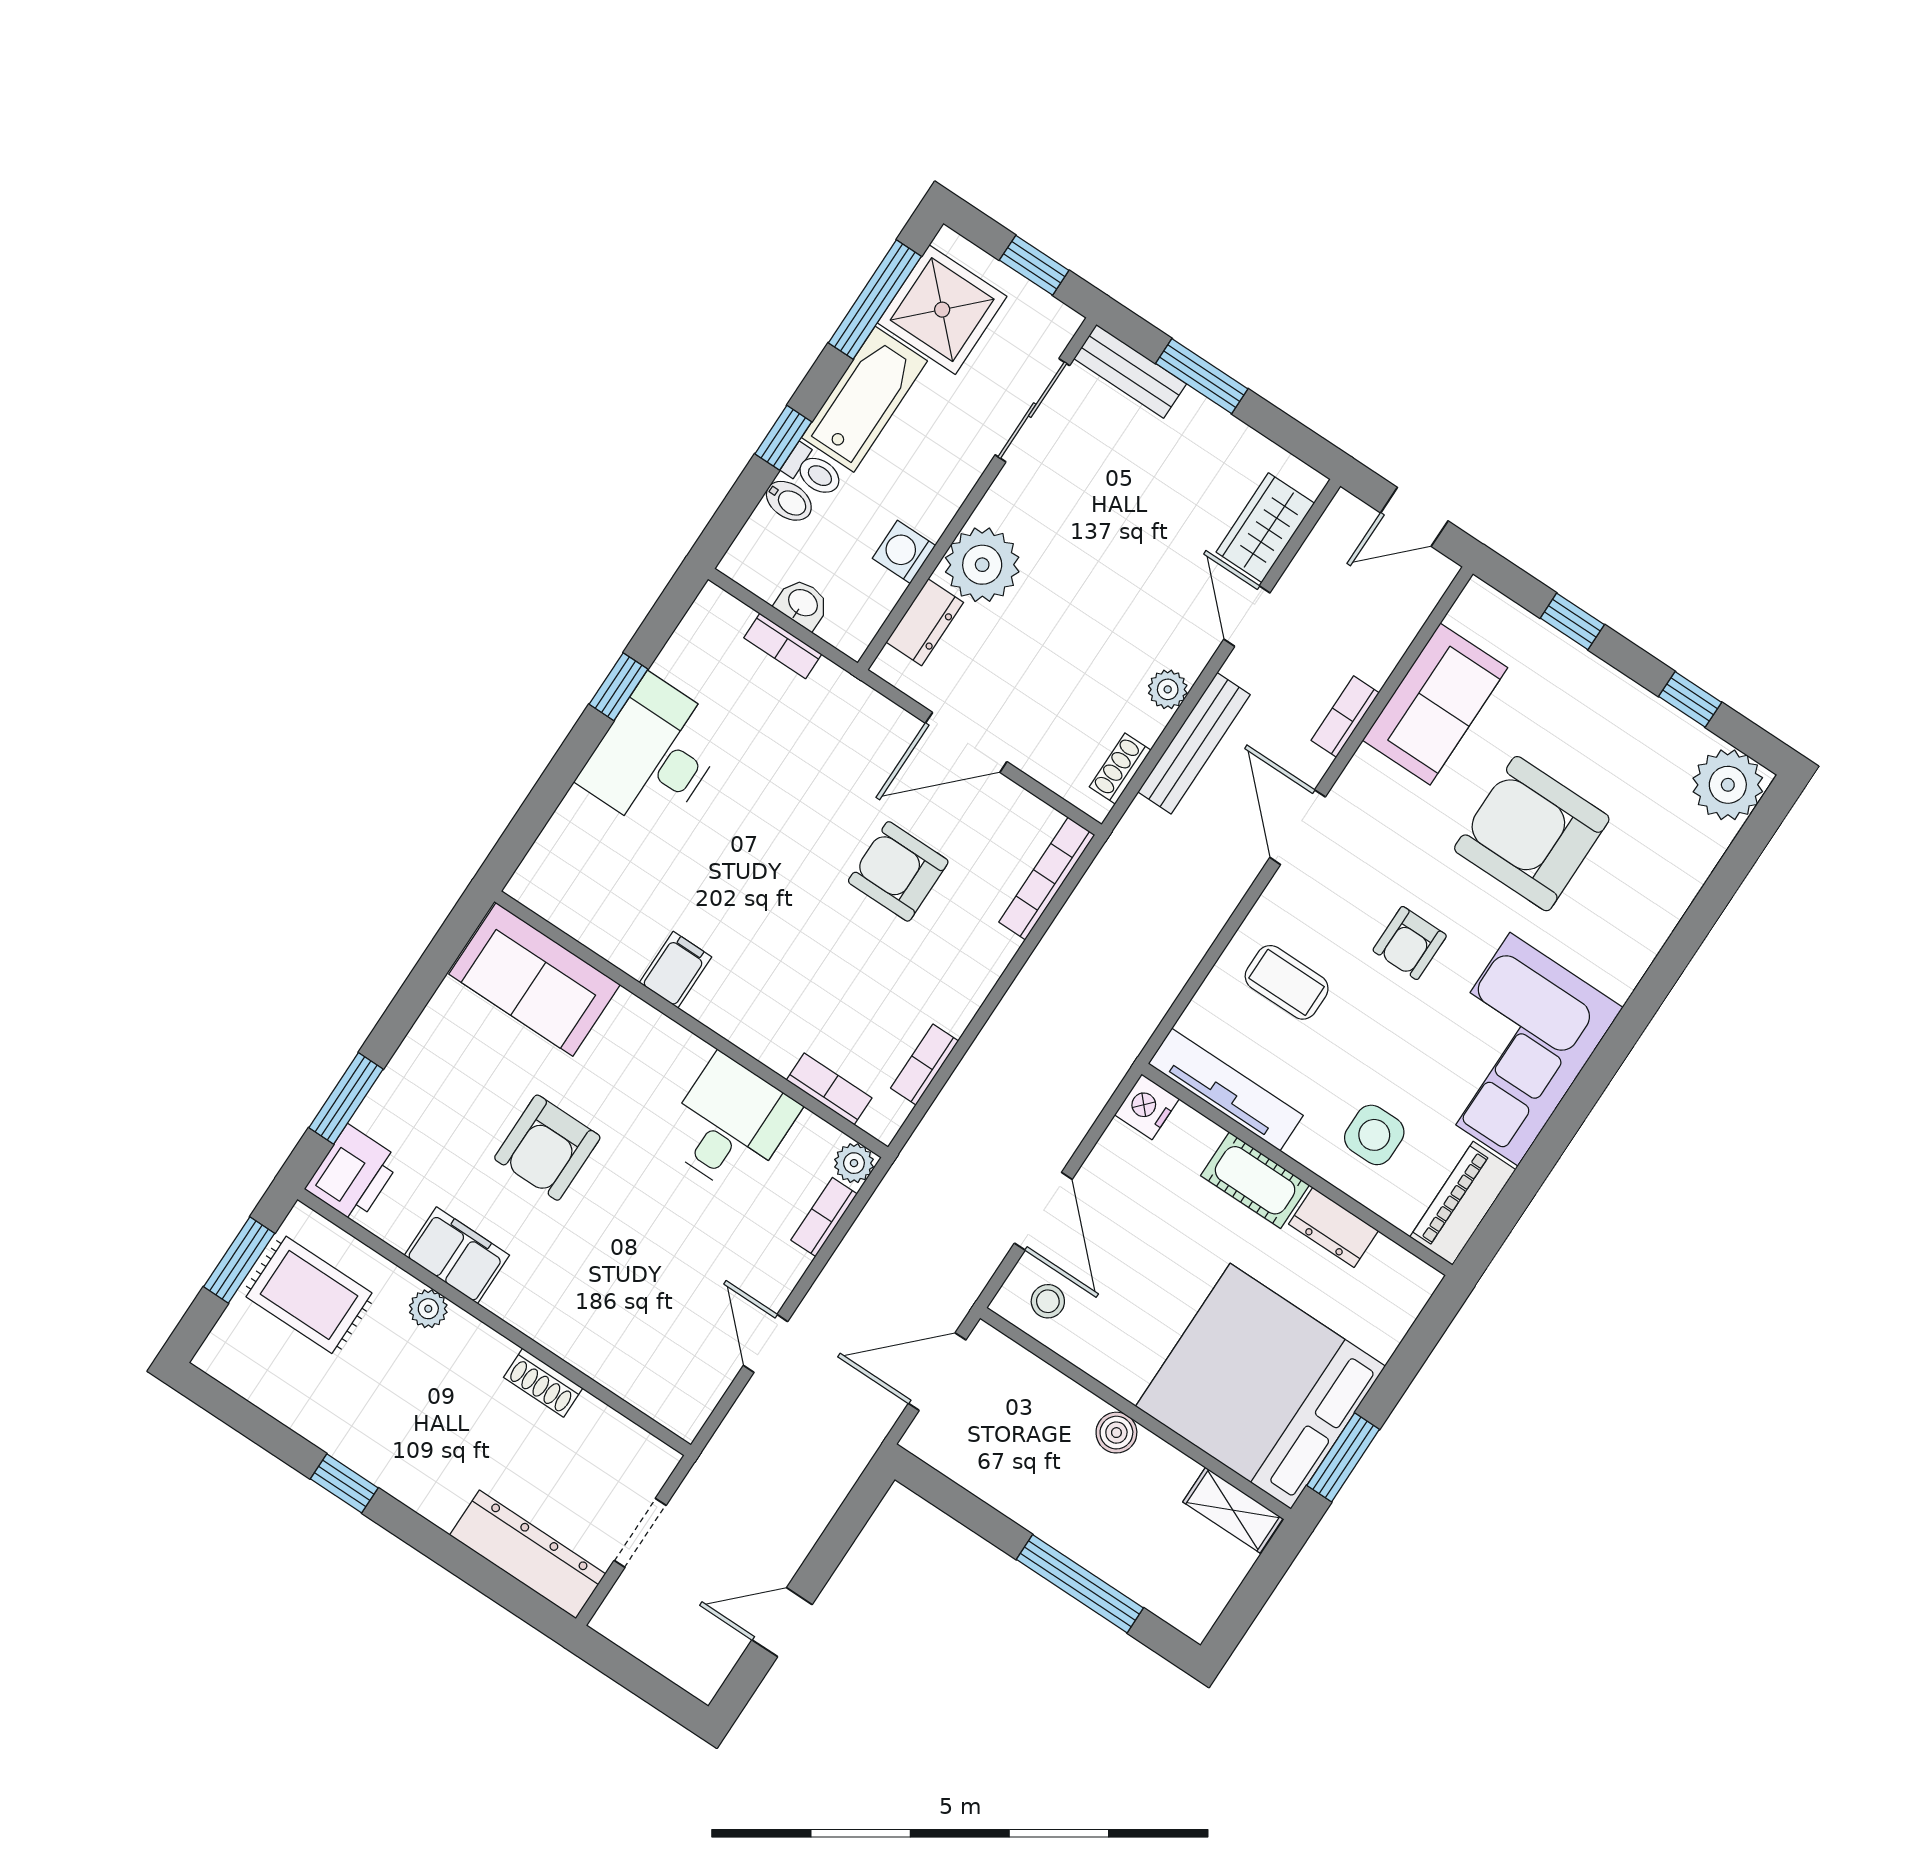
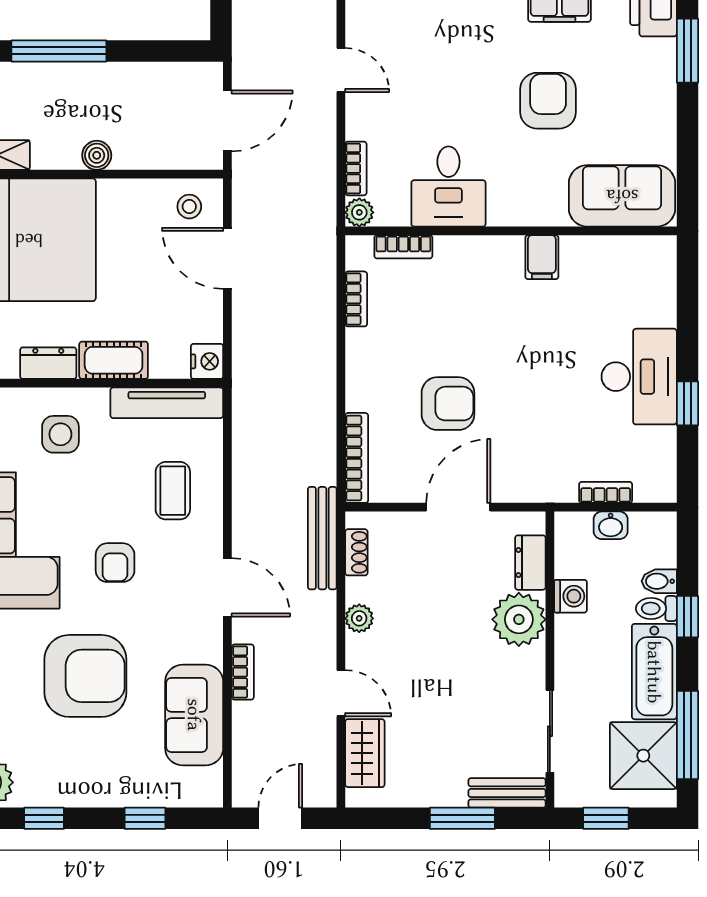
bench: (1194, 743) -> (322, 538), moved
armchair: (1410, 943) -> (115, 563), turned 180
coffee table: (1287, 982) -> (173, 491), turned 90

